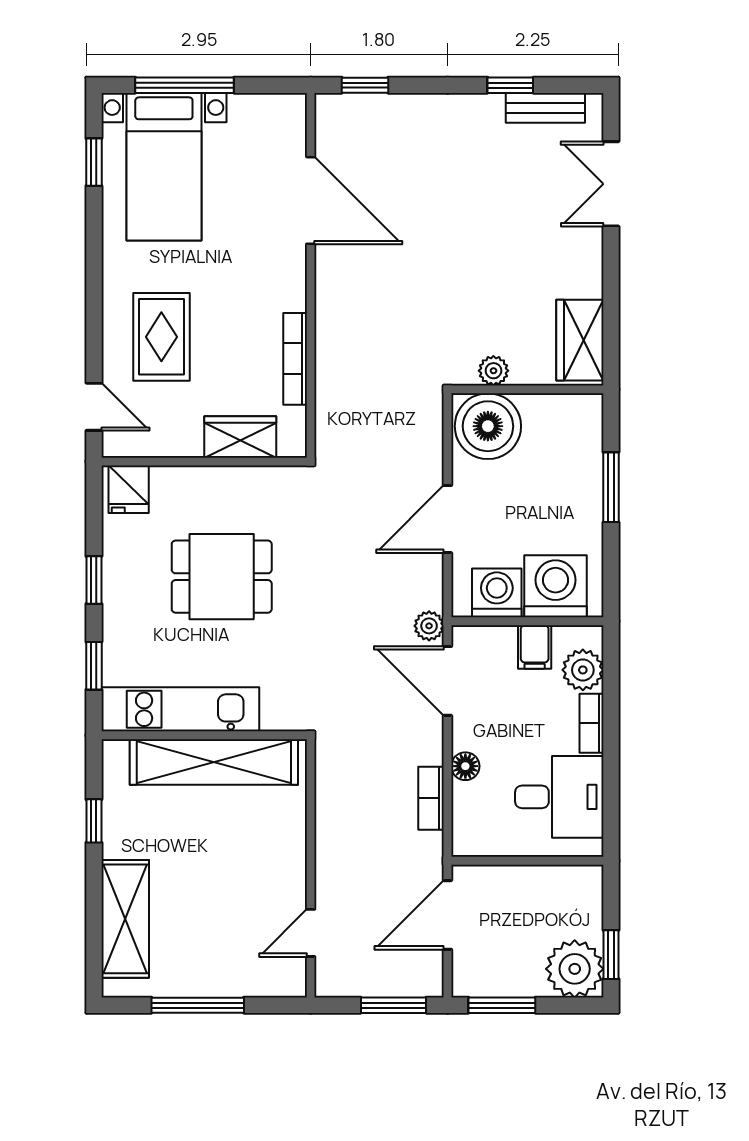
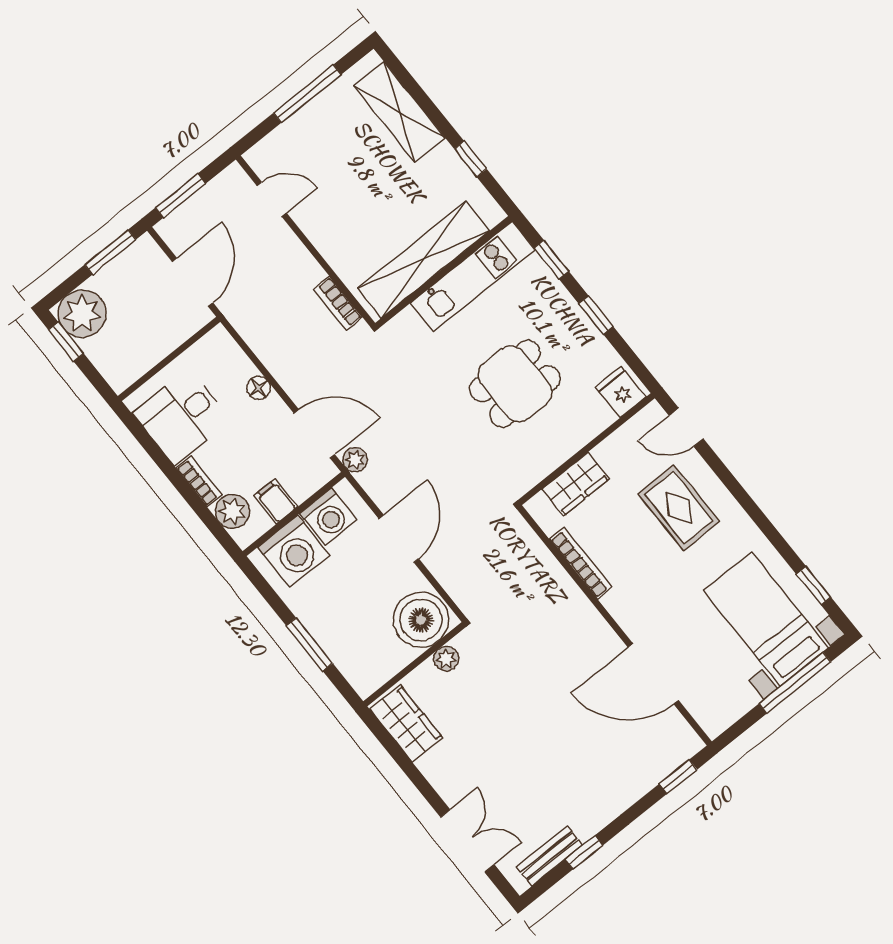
bookcase: (431, 798) -> (338, 303), moved, turned 180
door: (311, 933) -> (272, 199), hinge flipped

